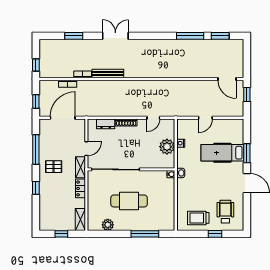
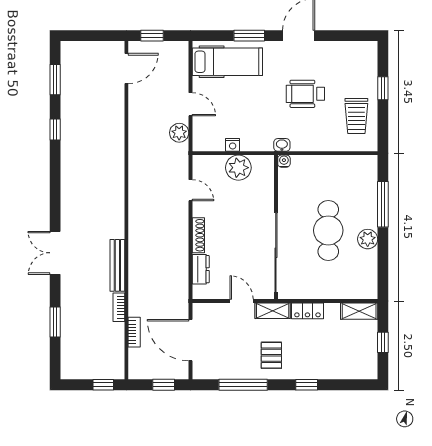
window: (190, 36) -> (55, 129), width x0.46
plant: (188, 111) -> (179, 133), added
hospital bed: (222, 153) -> (227, 62), moved, turned -90
wheelchair: (225, 212) -> (305, 94), moved
plant: (108, 225) -> (368, 239), moved

